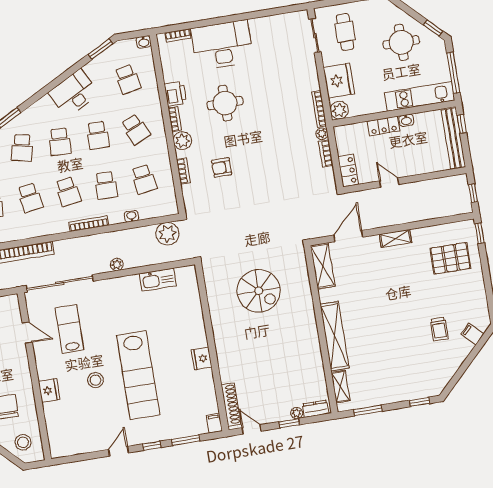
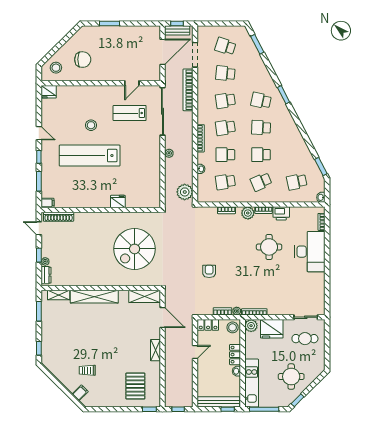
desk: (74, 93) -> (293, 143), removed
stool: (346, 136) -> (233, 327), added
armchair: (222, 168) -> (209, 271), moved
kitchen sink: (158, 280) -> (154, 180), removed
spiral stairs: (259, 291) -> (135, 249), width x1.37, depth x1.37
lab bench: (70, 329) -> (130, 113), turned 180
fridge: (202, 359) -> (118, 201), moved
fridge: (49, 390) -> (49, 92), moved
door: (252, 429) -> (39, 228), swing flipped

